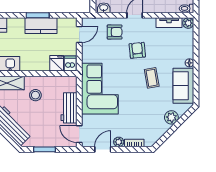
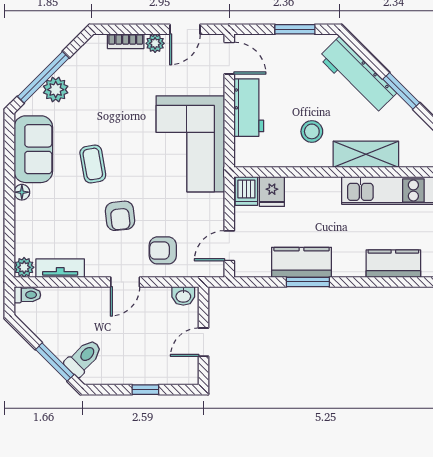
window: (178, 124) -> (43, 77), added

